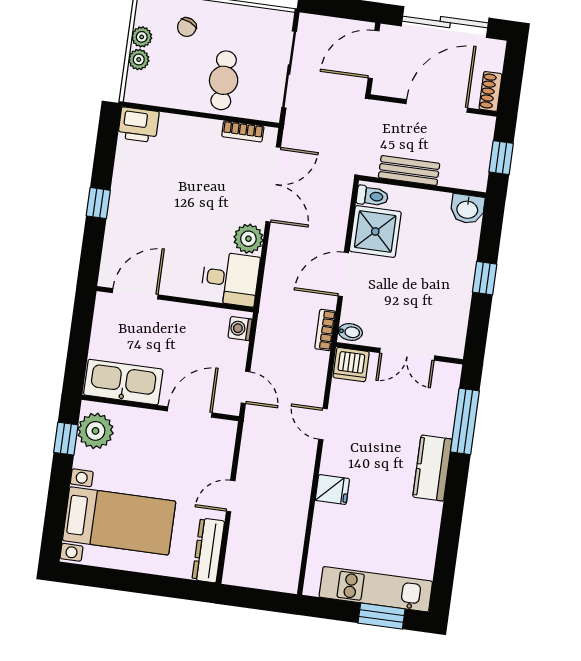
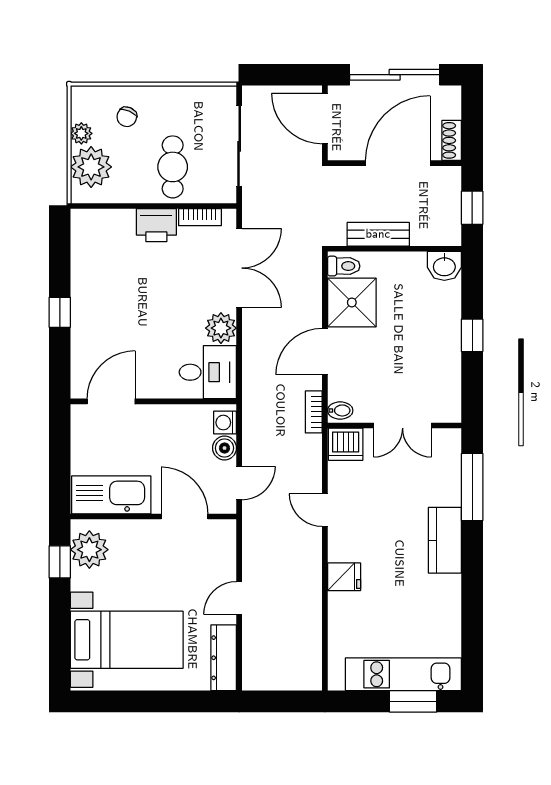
door: (374, 54) -> (325, 119), hinge flipped
plant: (139, 60) -> (91, 167), width x1.88, depth x1.88
printer: (138, 125) -> (156, 225), moved
boiler: (236, 352) -> (225, 448), added
door: (246, 387) -> (239, 483), hinge flipped
door: (190, 412) -> (185, 517), hinge flipped

